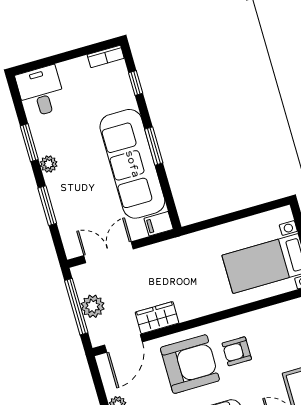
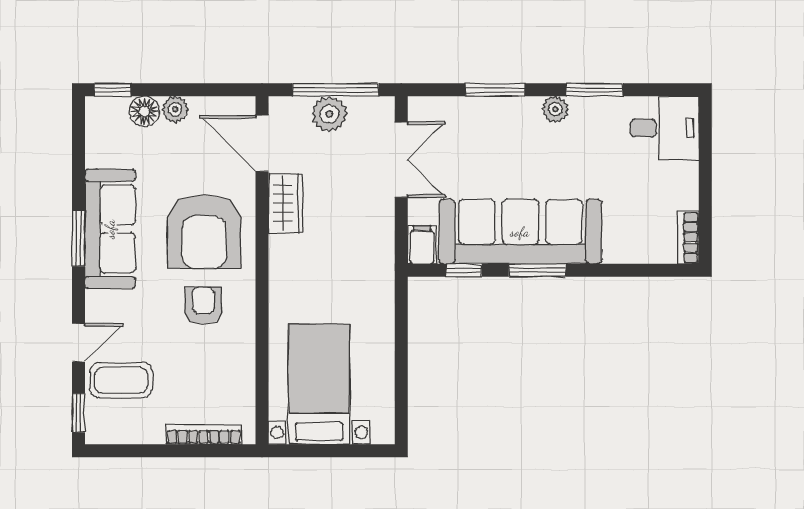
window: (136, 83) -> (464, 270), moved

